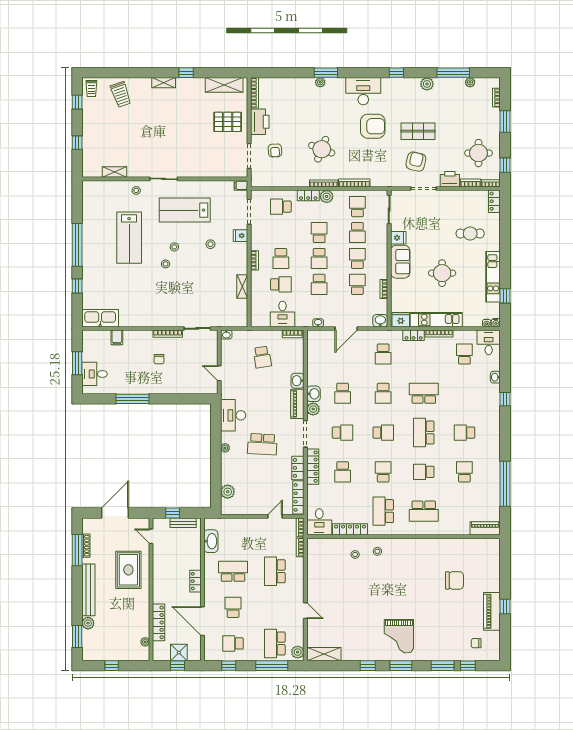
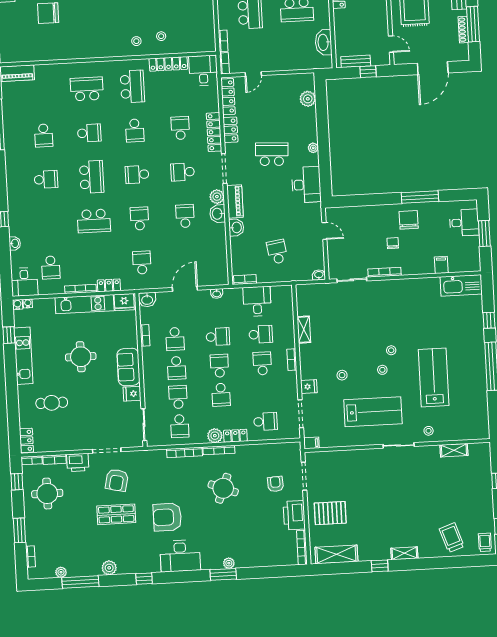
school desk: (281, 284) -> (261, 334), turned 180
school desk: (319, 284) -> (218, 337), turned 90
chair: (144, 379) -> (409, 220), added

